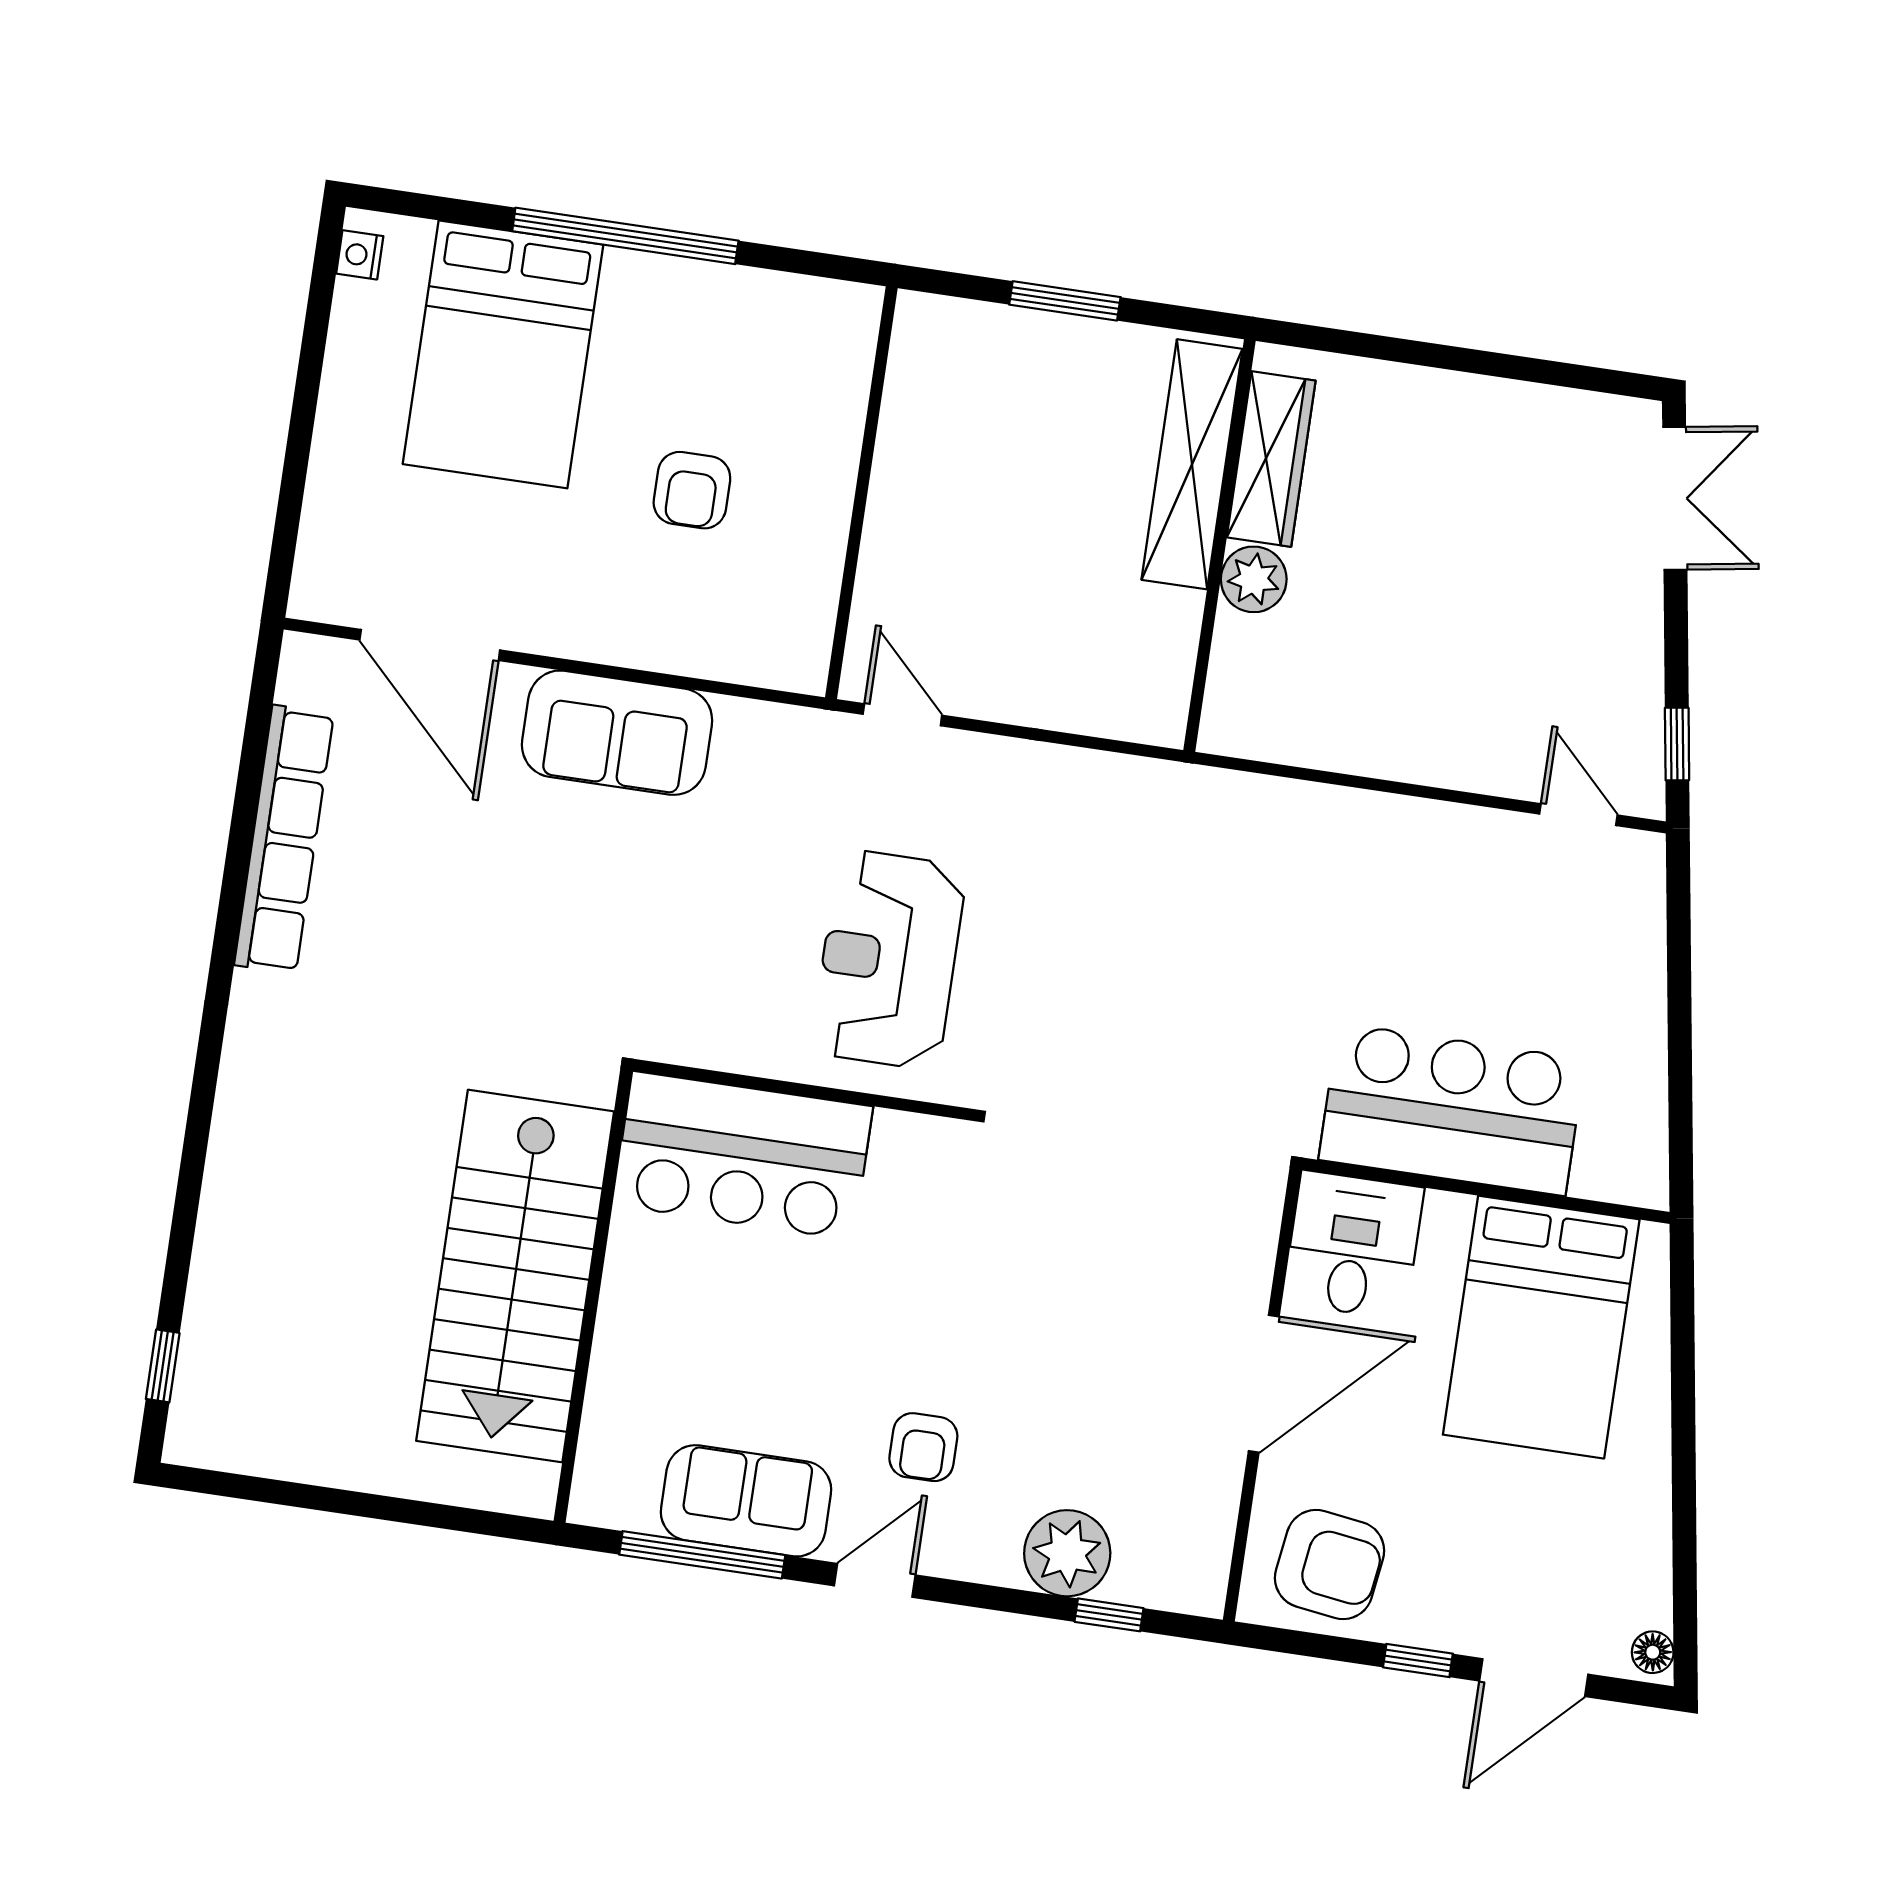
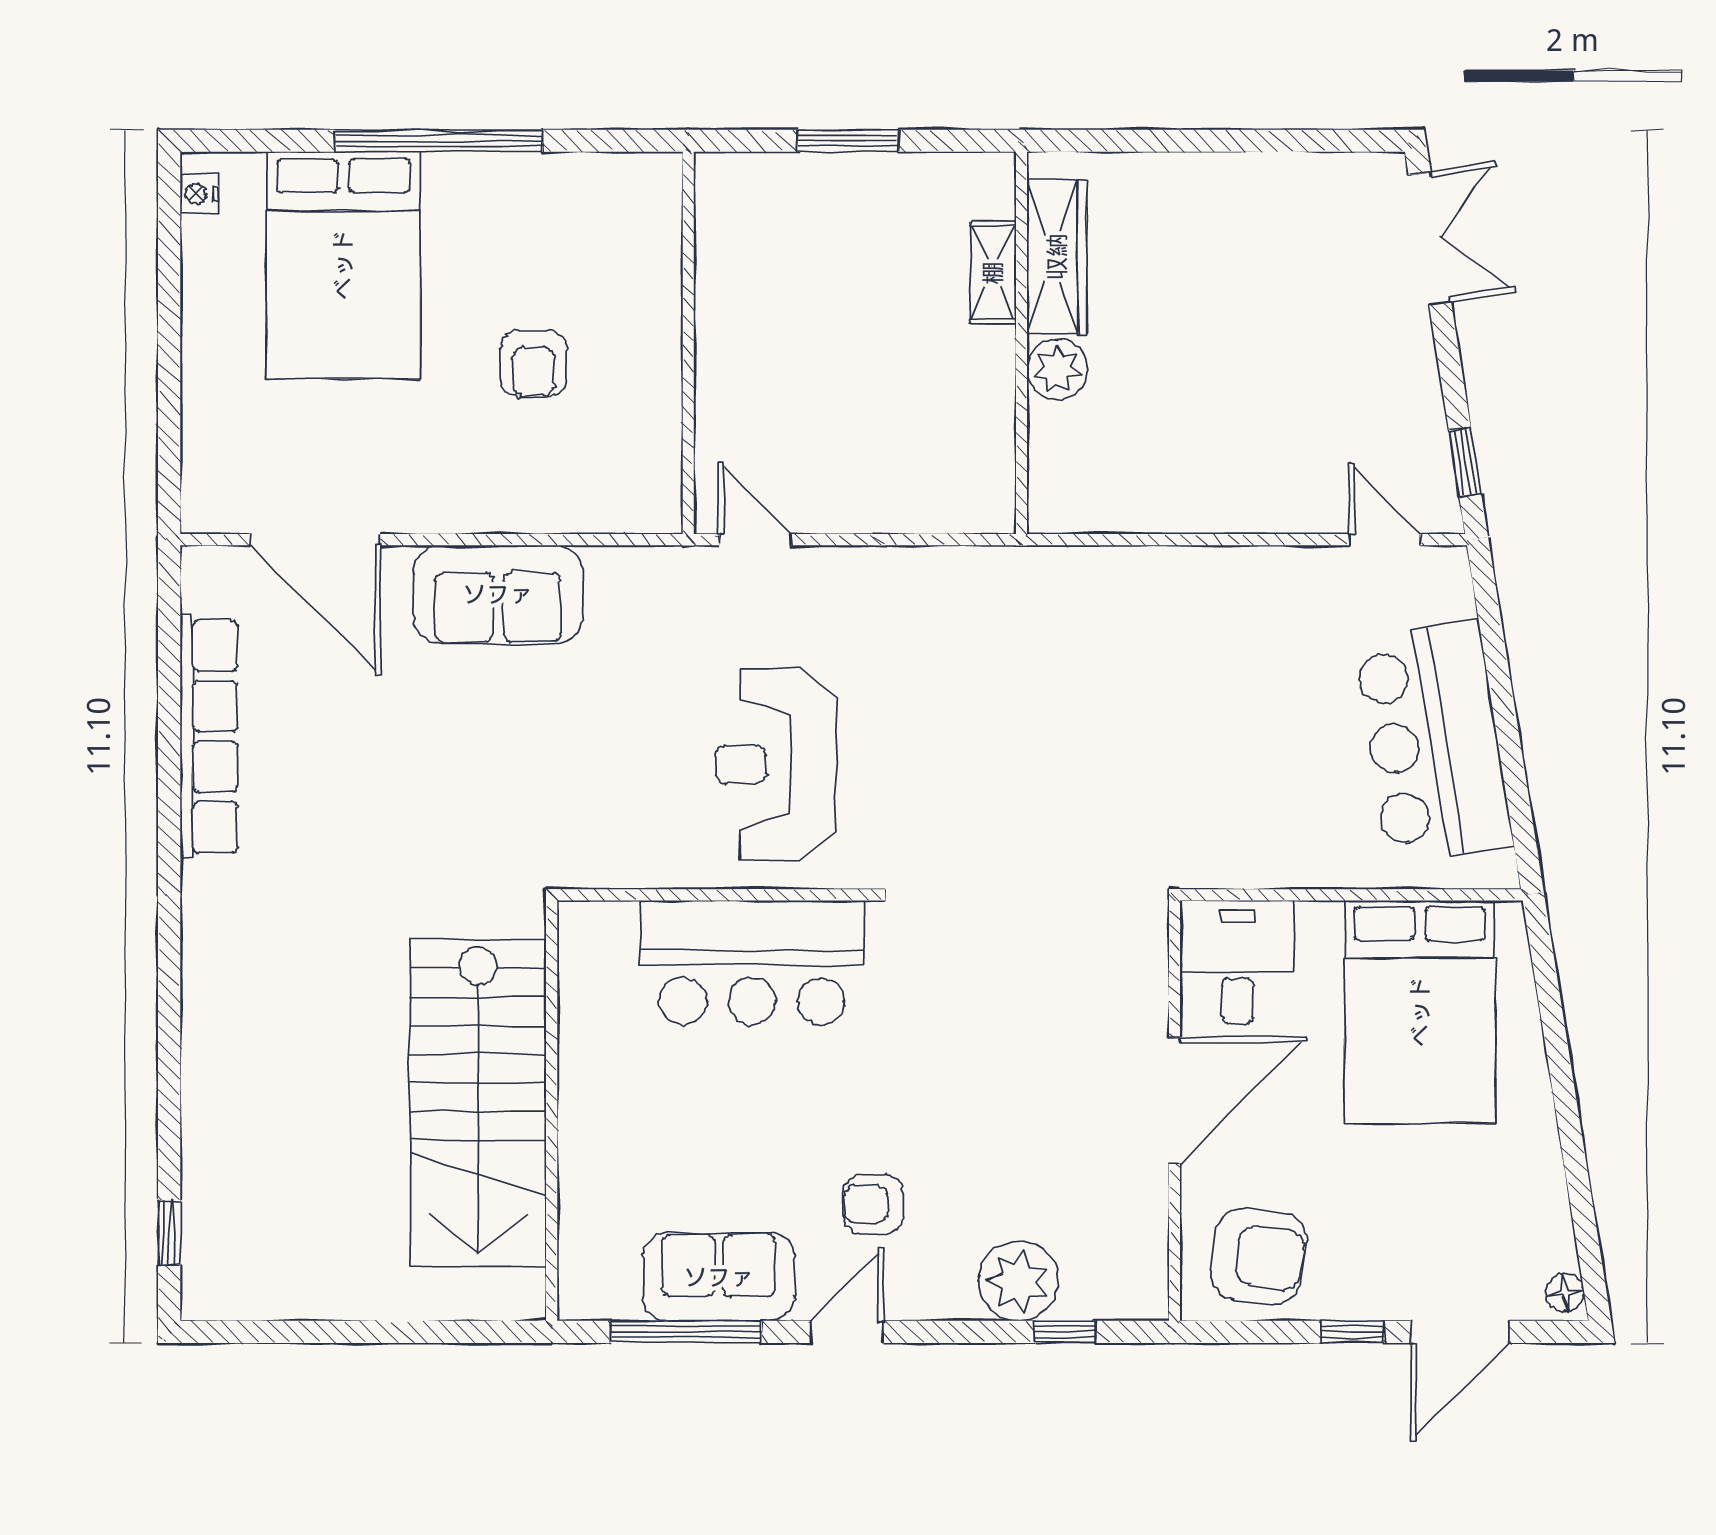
shelving: (1192, 464) -> (993, 273), width x0.45, depth x0.75
bar counter: (1452, 1110) -> (1433, 742), moved, turned -99
bar counter: (743, 1155) -> (752, 963), moved
armchair: (923, 1447) -> (873, 1204), turned 90

